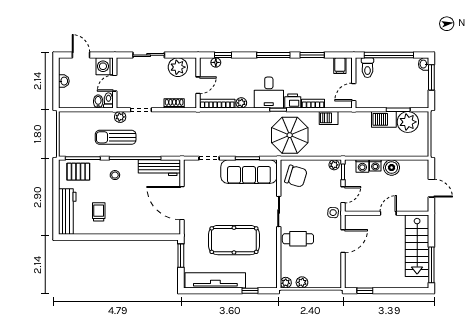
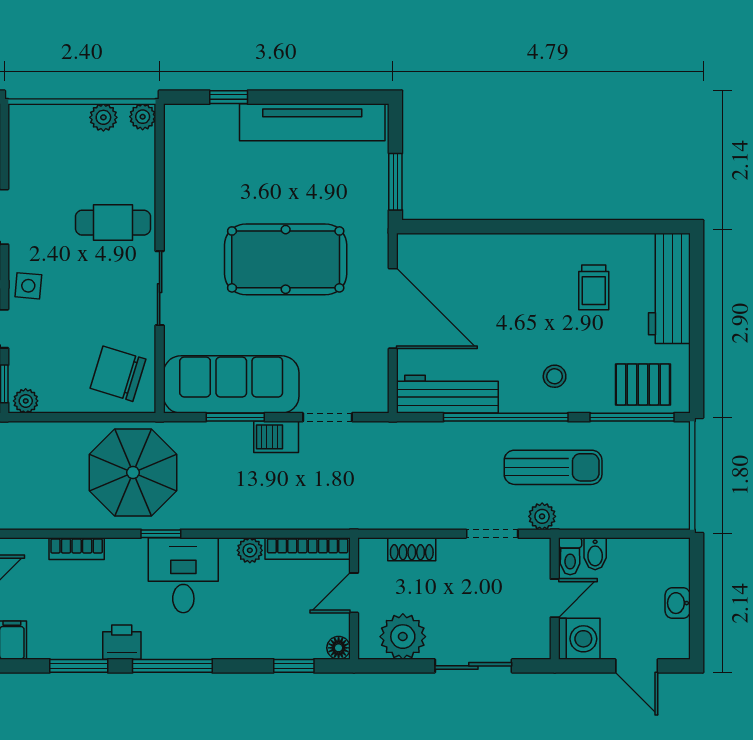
floor lamp: (216, 62) -> (339, 648), moved
printer: (293, 101) -> (122, 642), moved, turned 180
barbecue: (329, 118) -> (276, 437), moved, turned 180
pool table: (234, 240) -> (286, 259), moved

